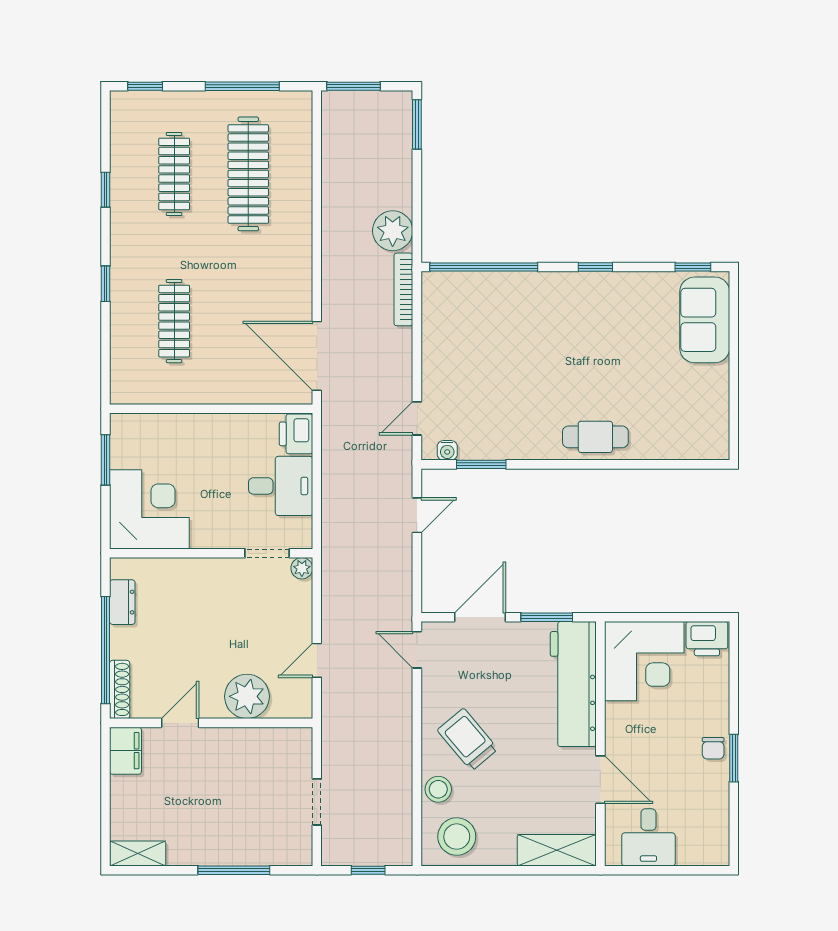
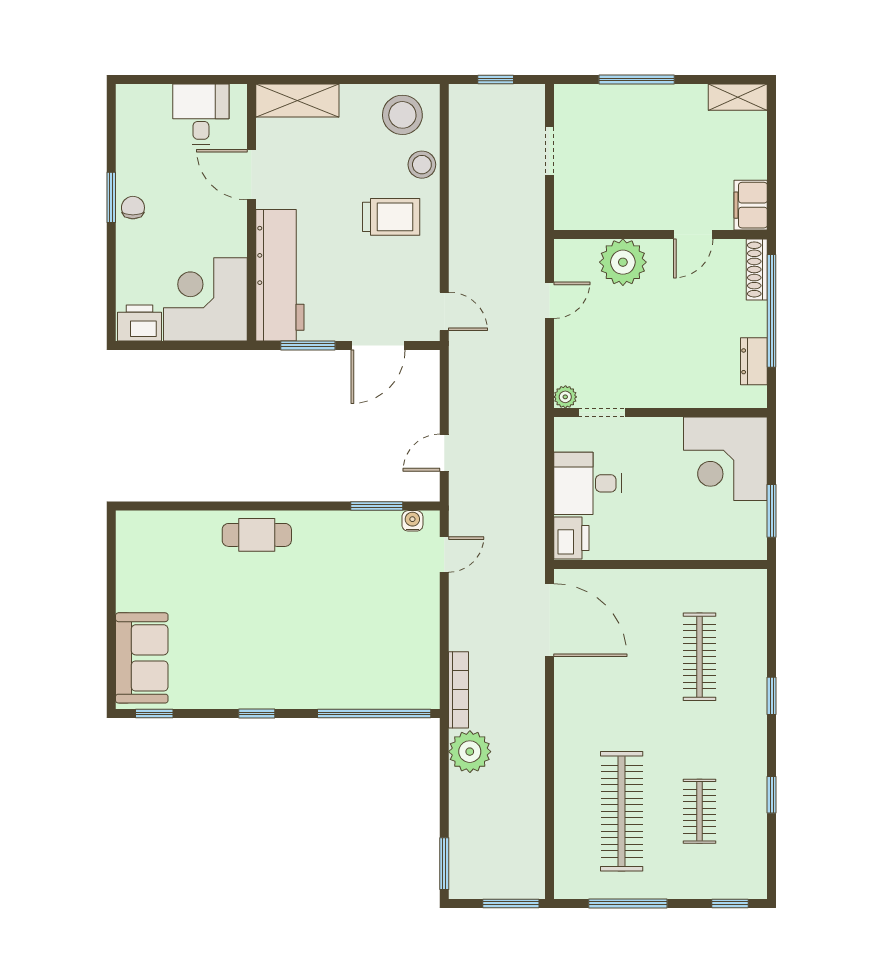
clothes rail: (174, 174) -> (700, 811), width x0.73
trolley: (468, 740) -> (391, 217), turned -50

